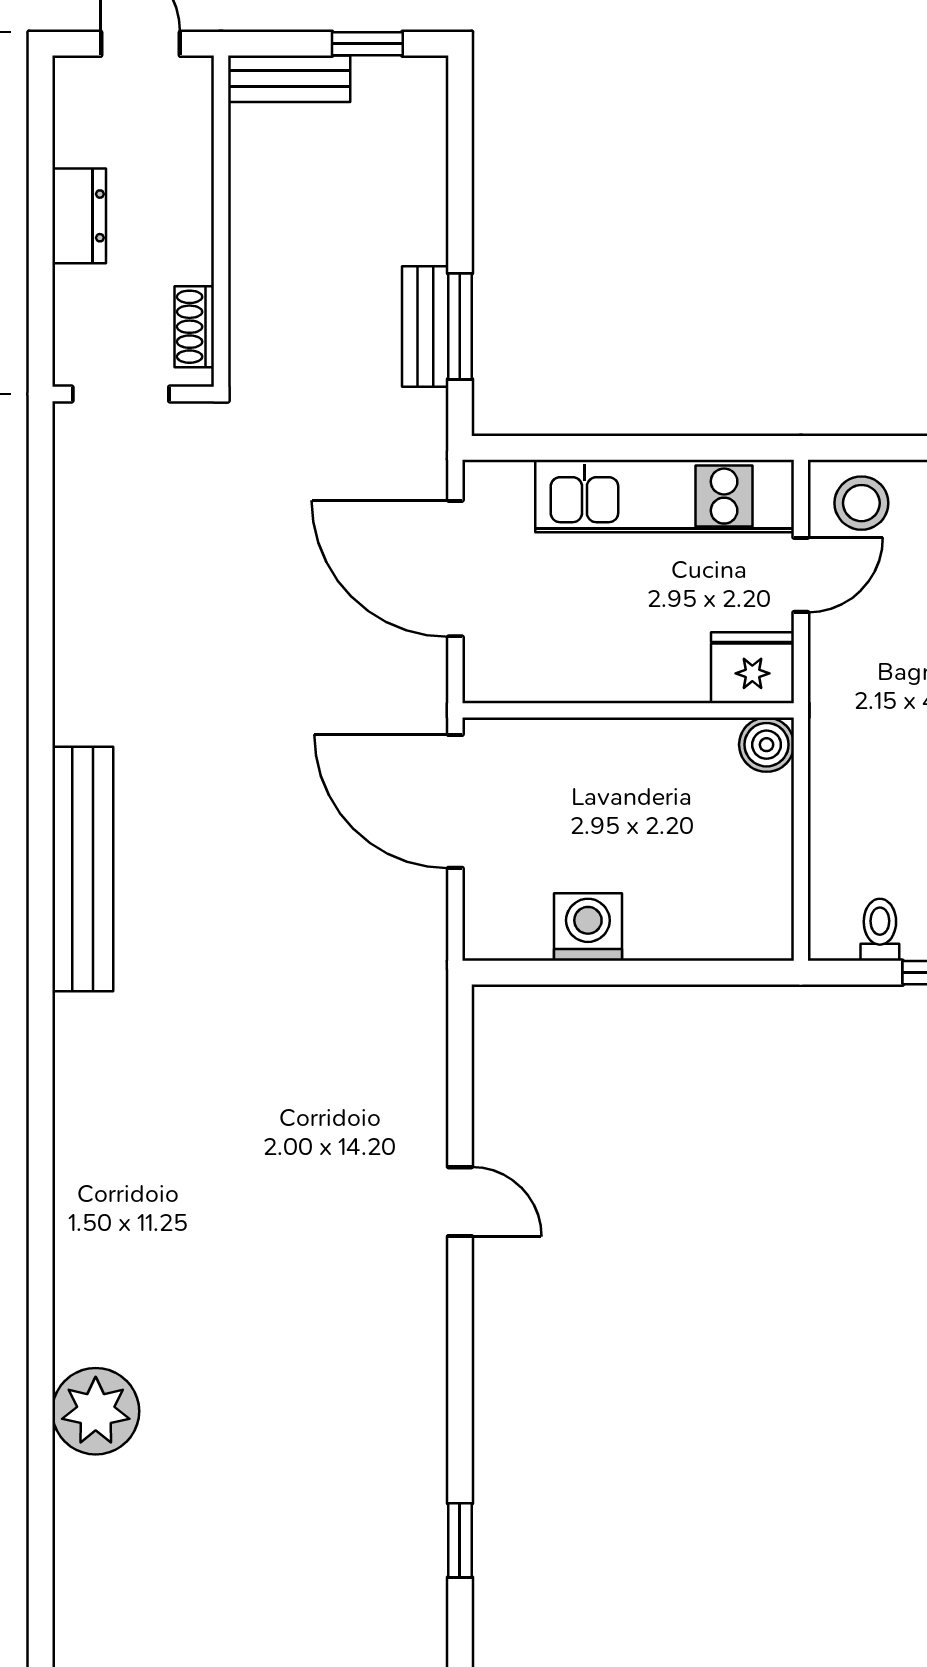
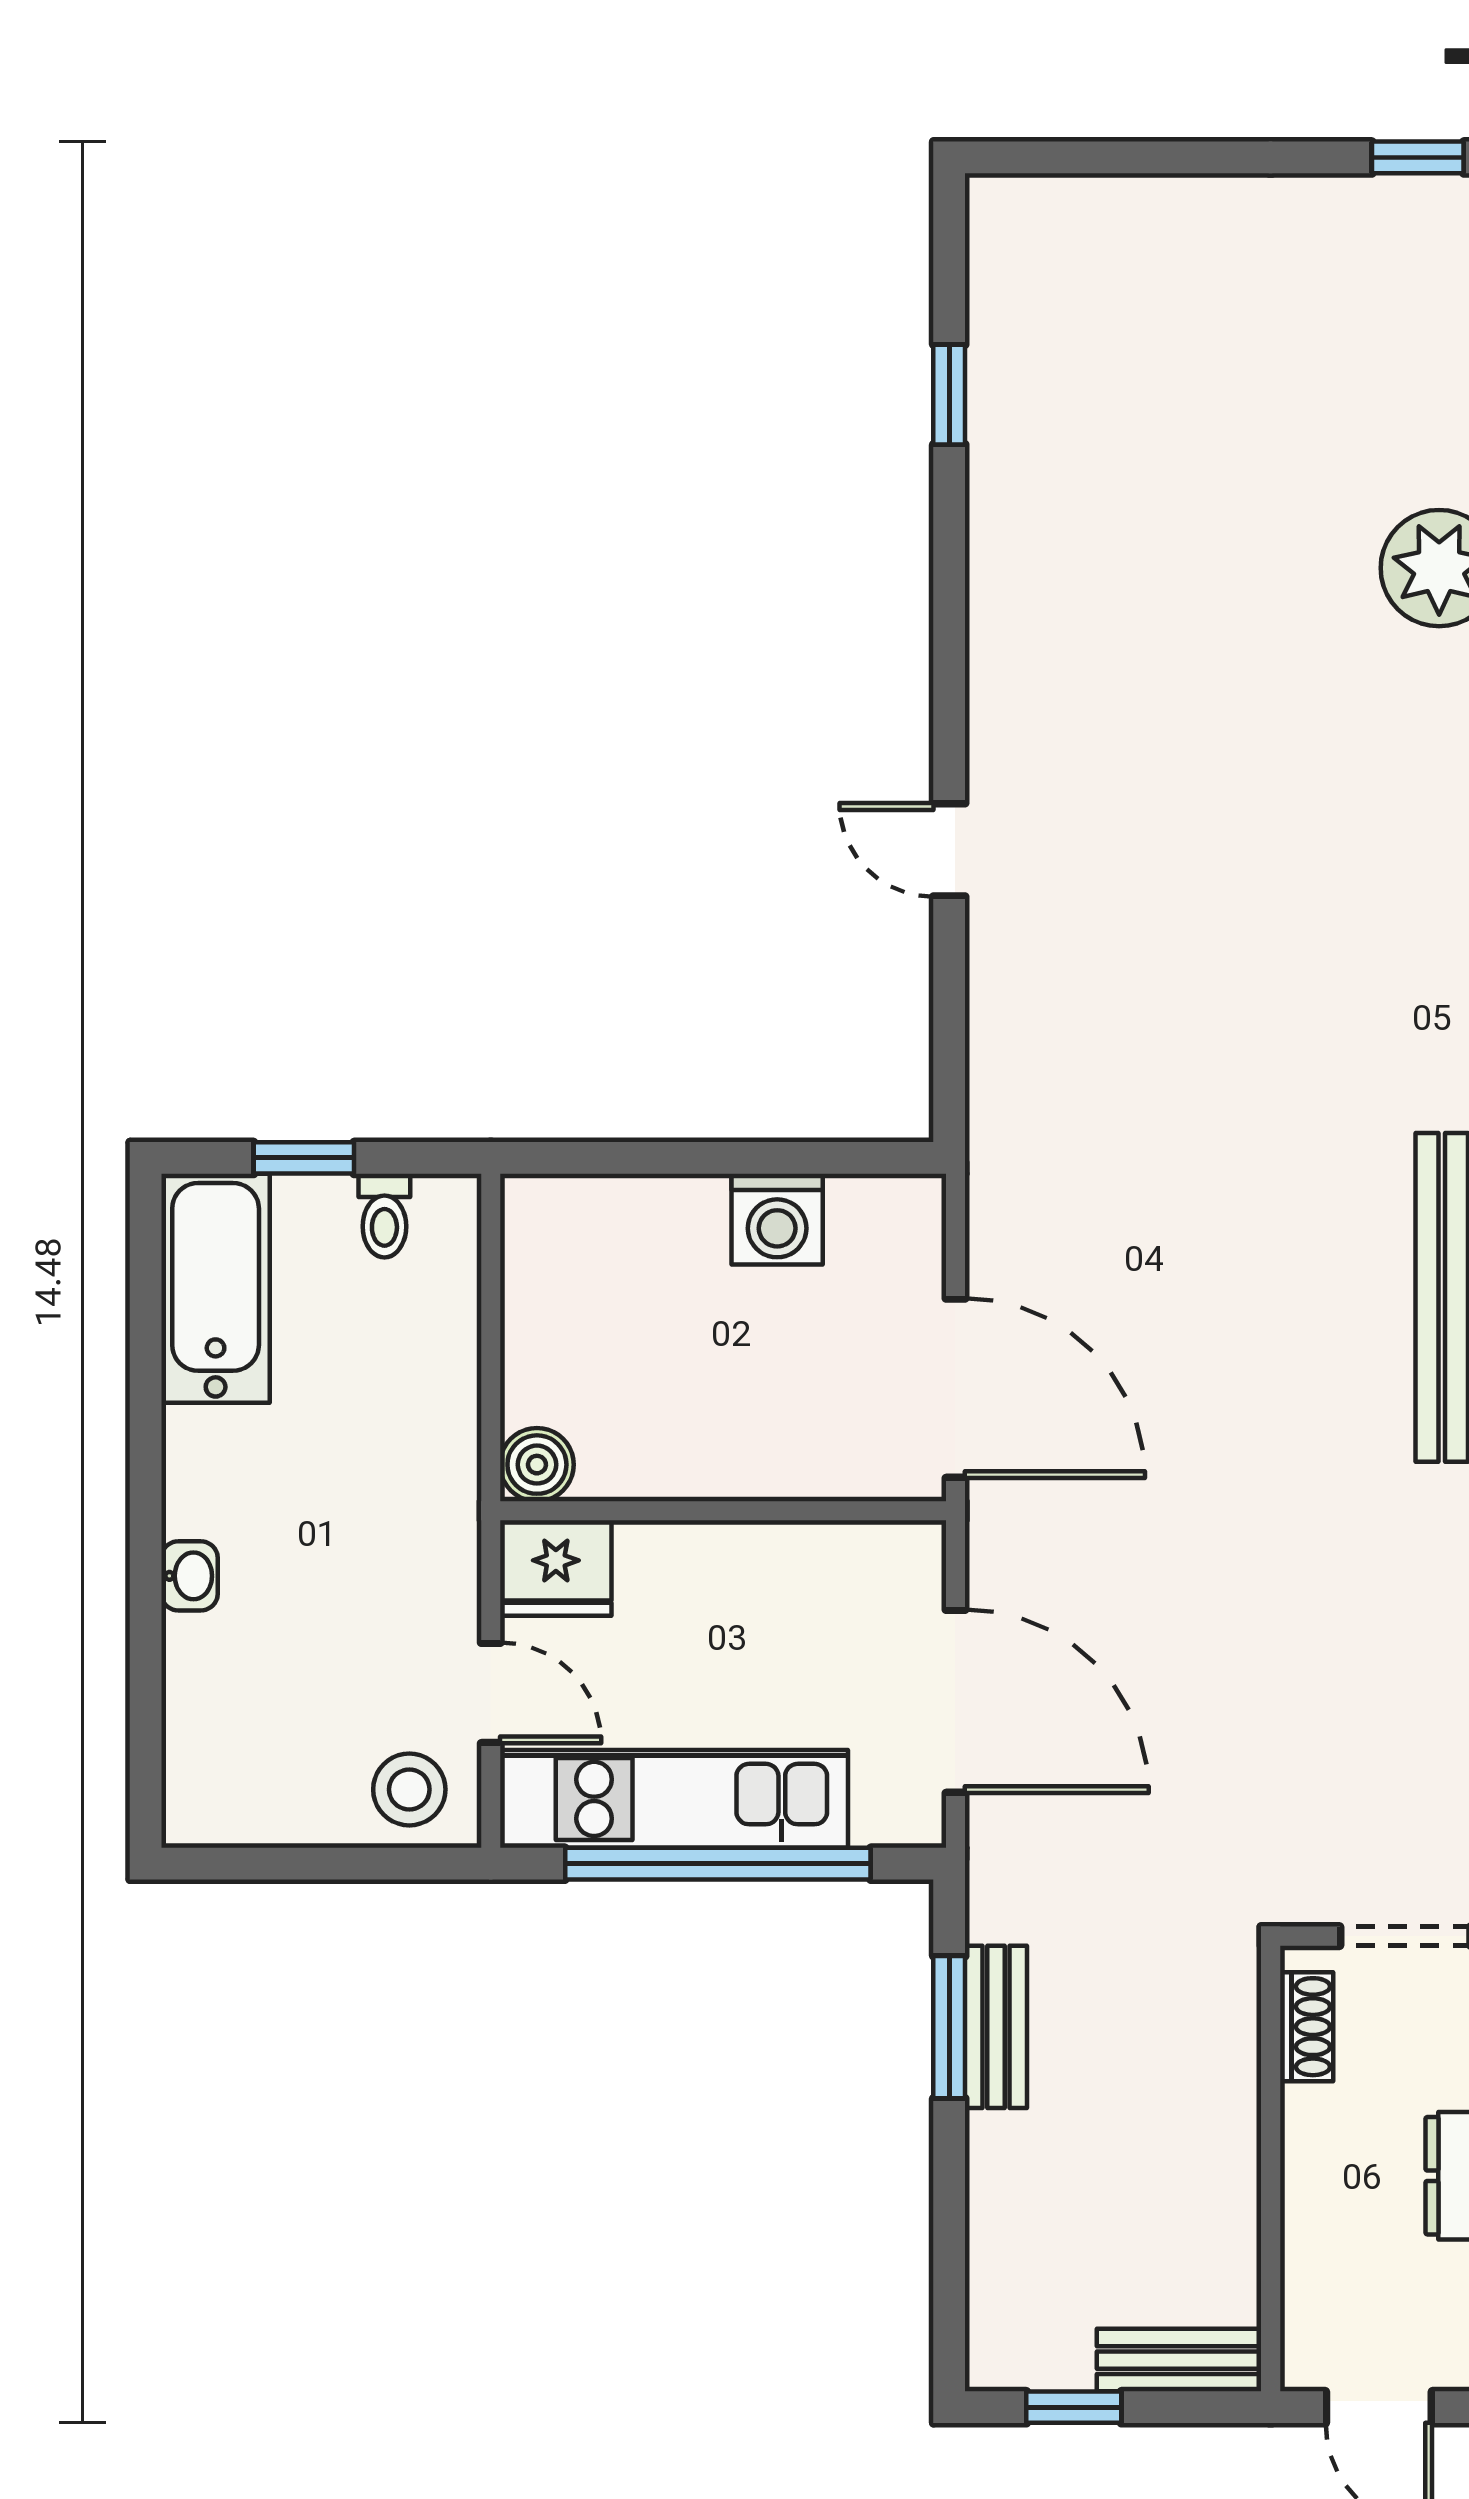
window: (632, 448) -> (718, 1864), added
door: (801, 575) -> (491, 1693), swing flipped

